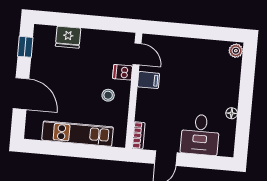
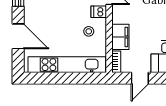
filing cabinet: (149, 80) -> (120, 37), moved, width x2.00
kitchen unit: (78, 134) -> (67, 65), width x1.36

